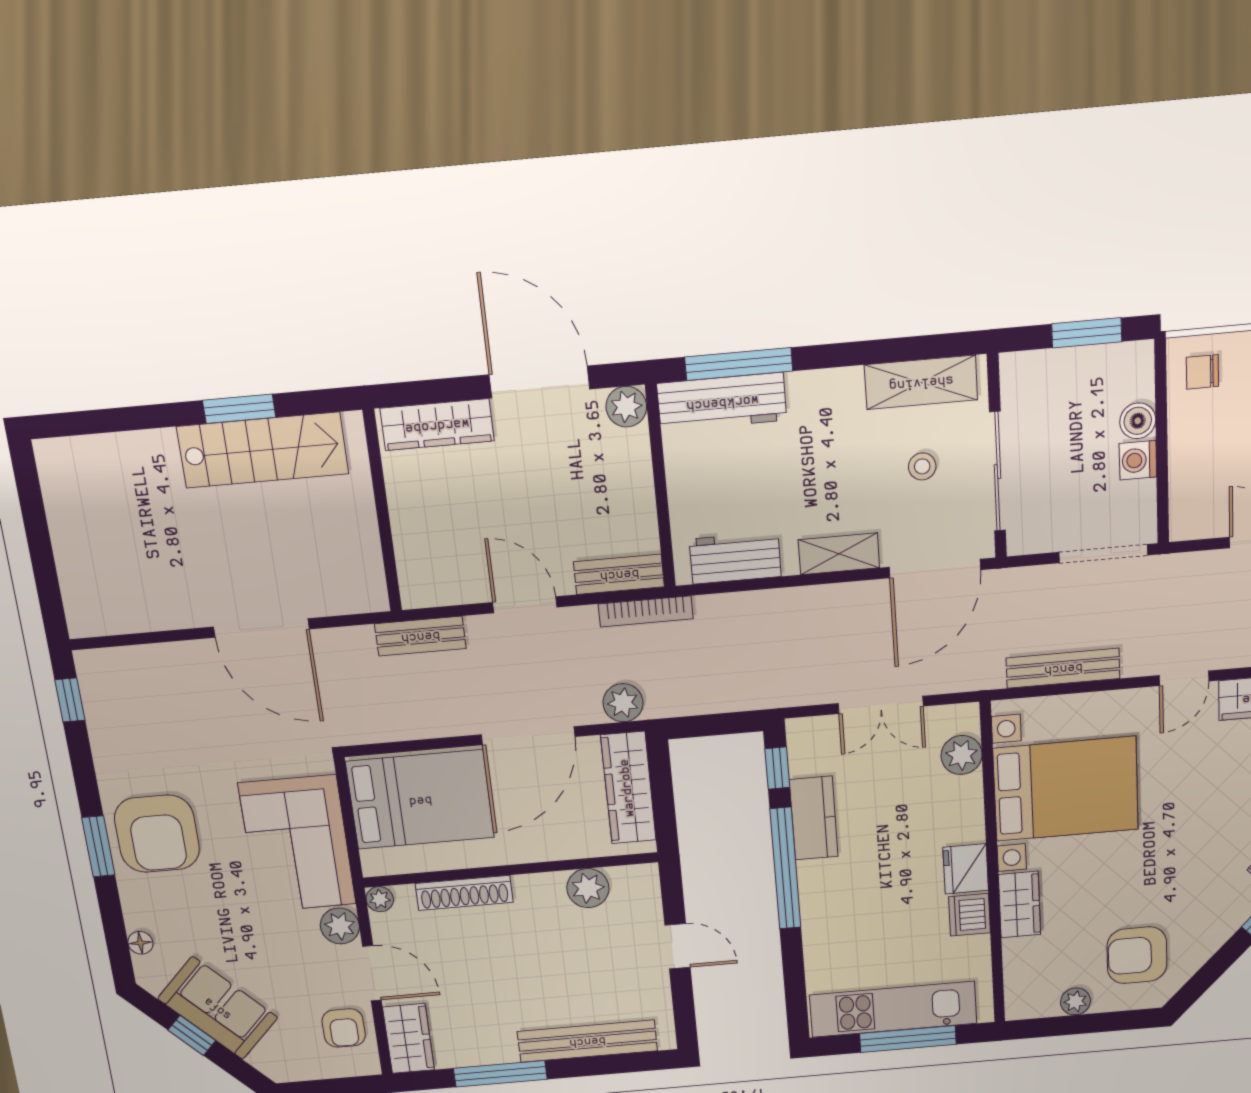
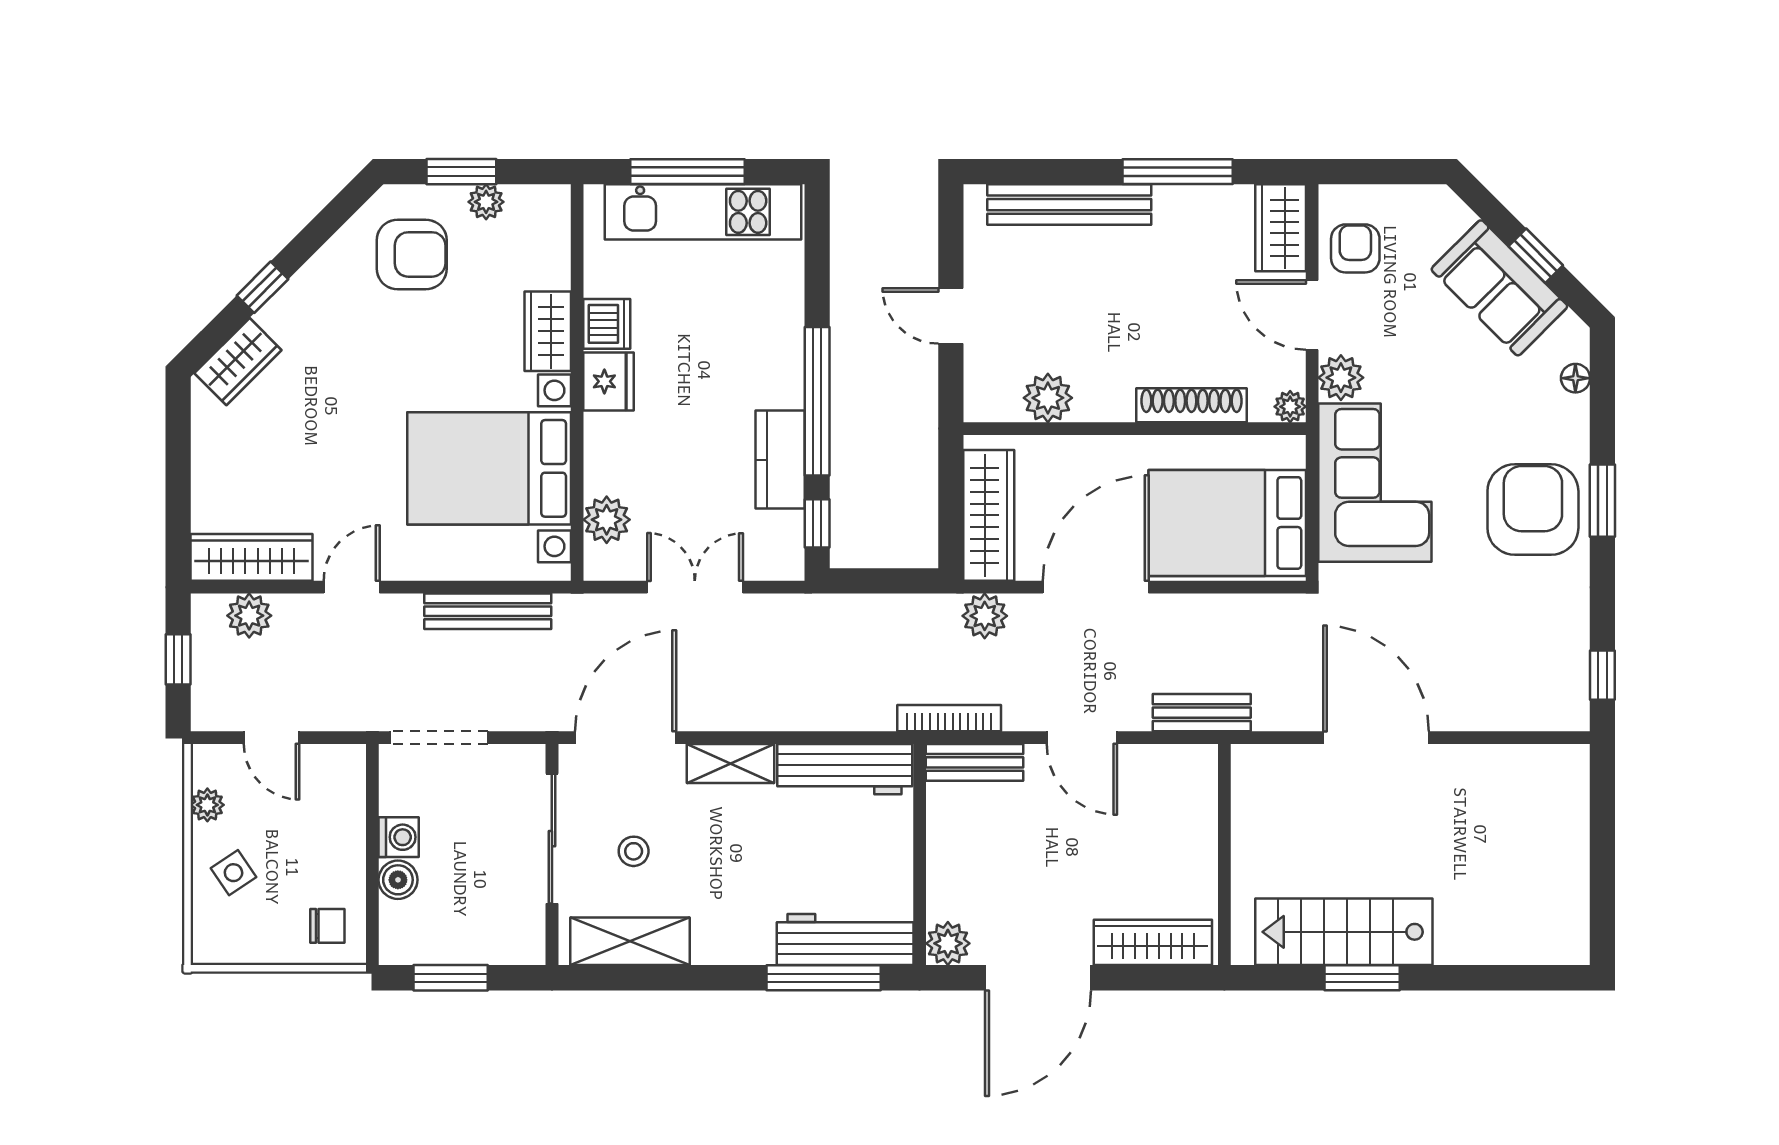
door: (539, 382) -> (1038, 978), hinge flipped
workbench: (735, 558) -> (845, 769), width x1.37
window: (1097, 1023) -> (461, 172), added

